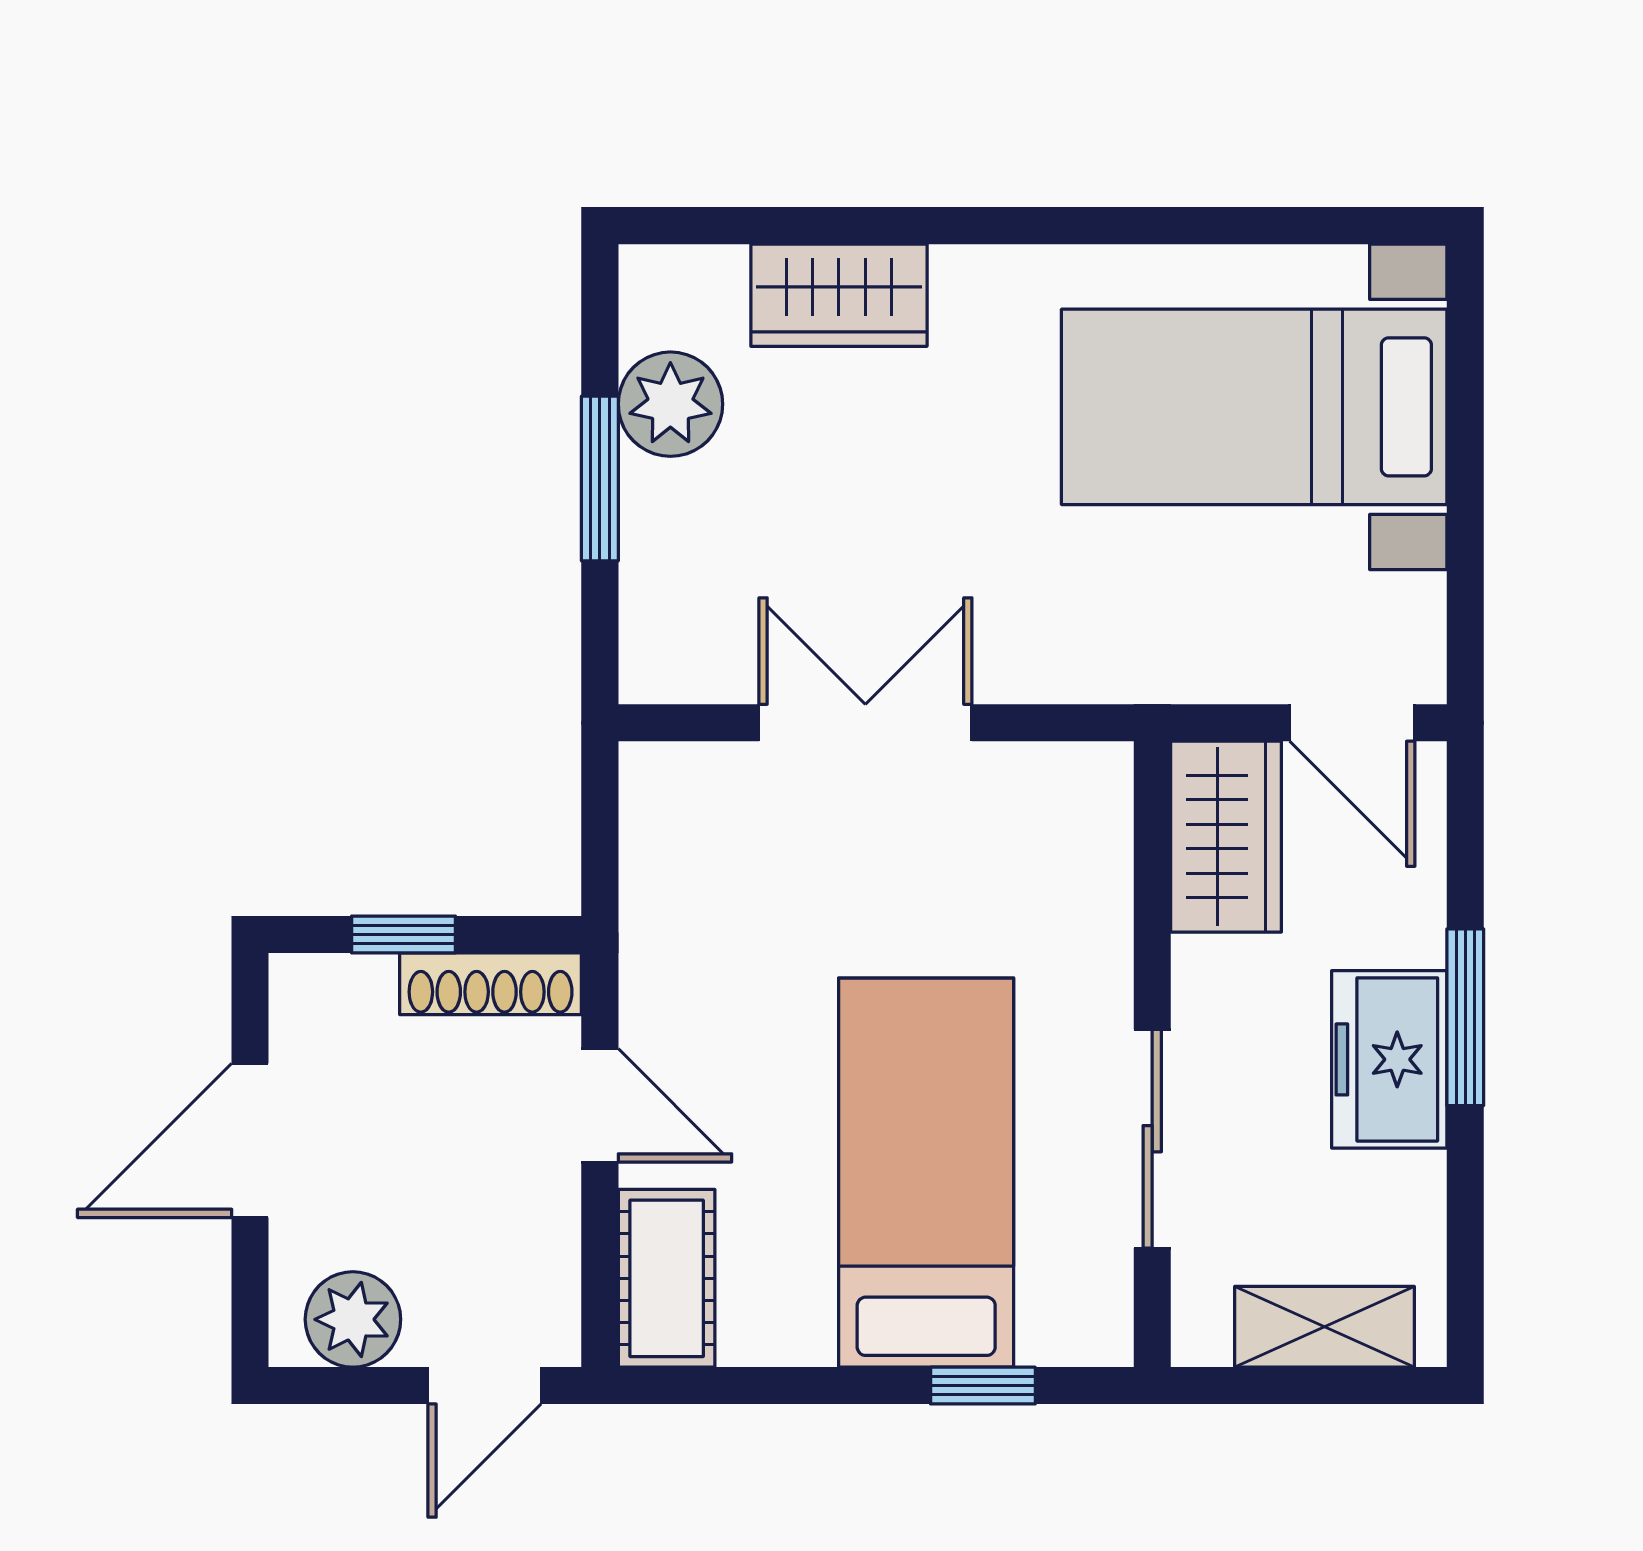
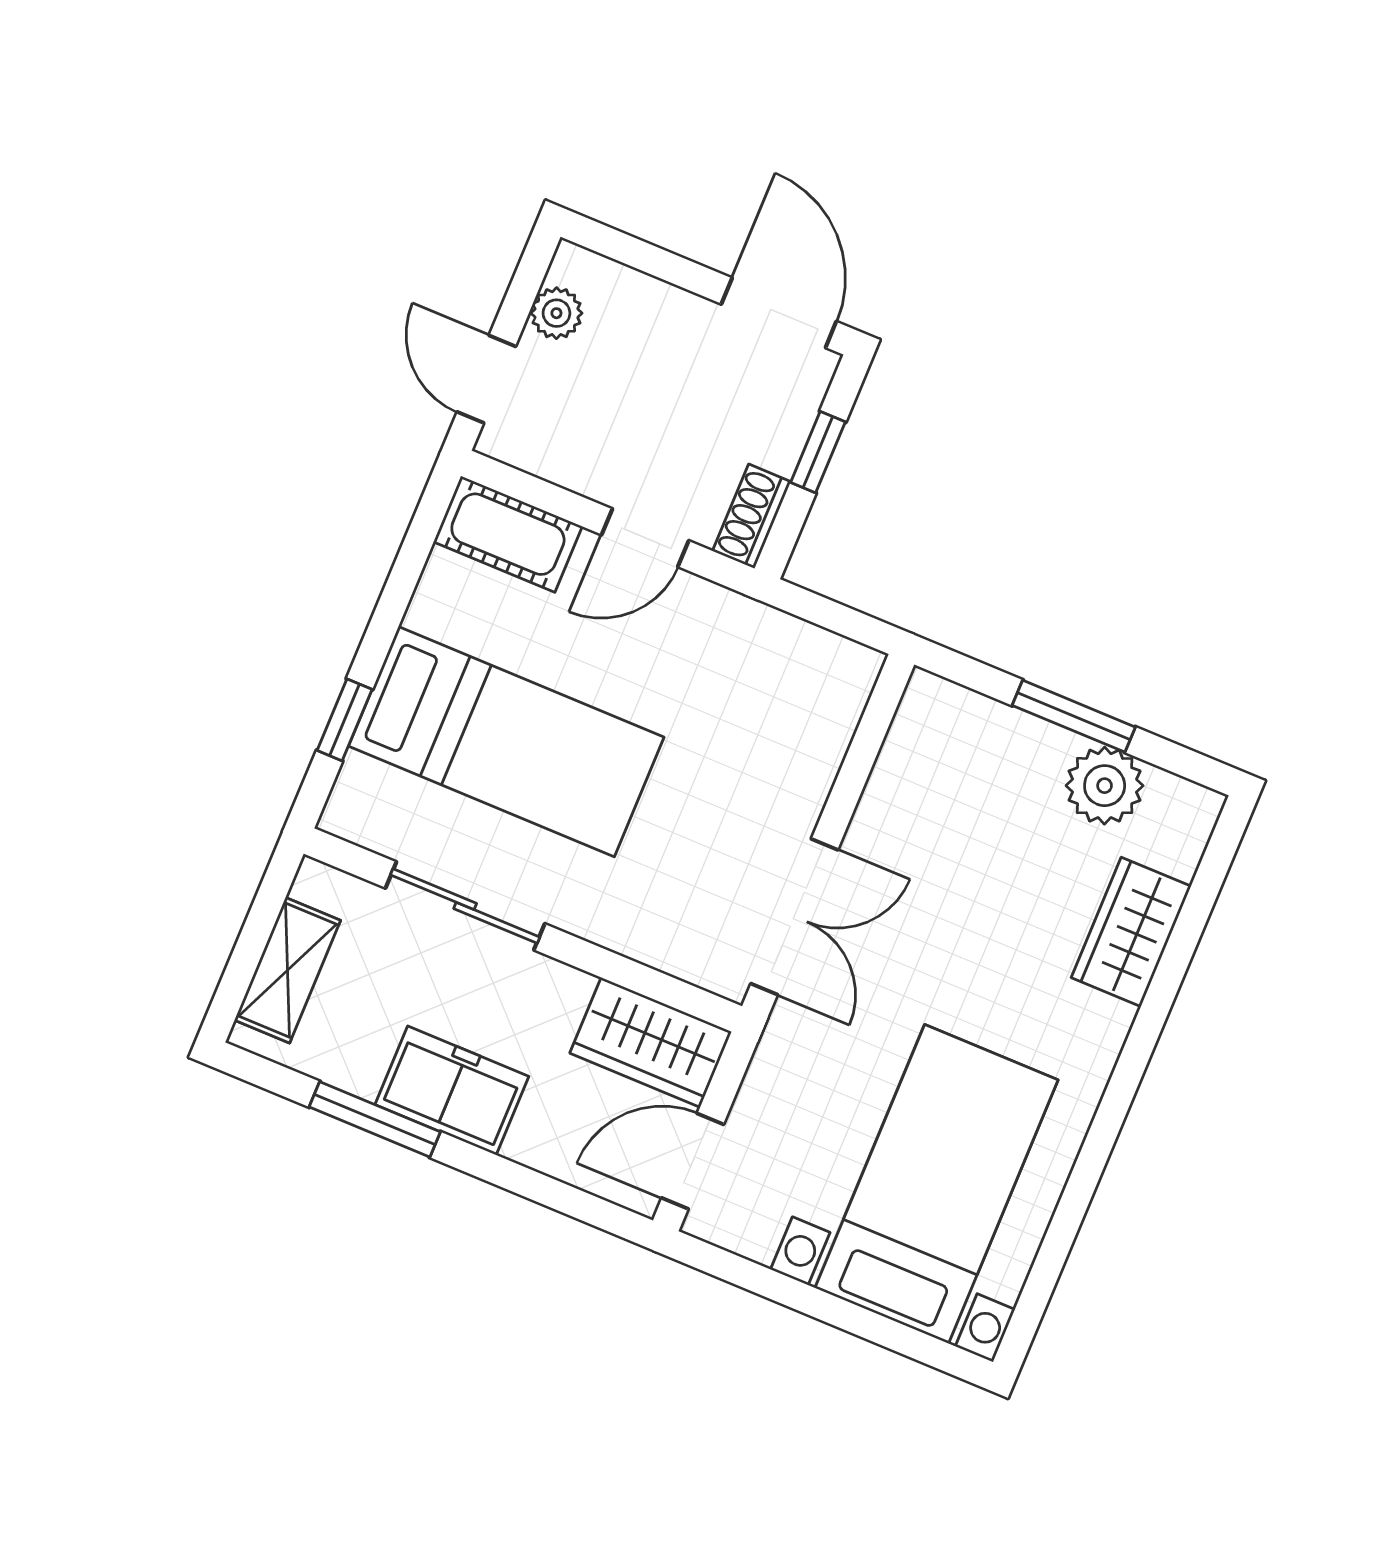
double door: (865, 723) -> (794, 917), moved
shoe rack: (491, 984) -> (752, 516), width x0.70
window: (1465, 1017) -> (375, 1119), moved
door: (250, 1140) -> (779, 313), moved
plant: (353, 1319) -> (556, 313), width x0.73, depth x0.73

